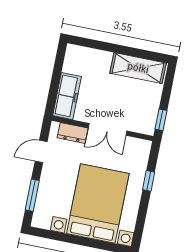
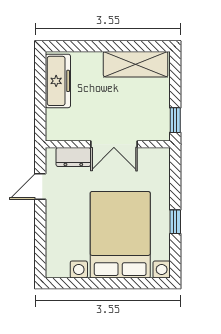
freezer: (67, 96) -> (58, 81), moved
window: (149, 181) -> (175, 222), moved
window: (32, 195) -> (40, 241), removed

